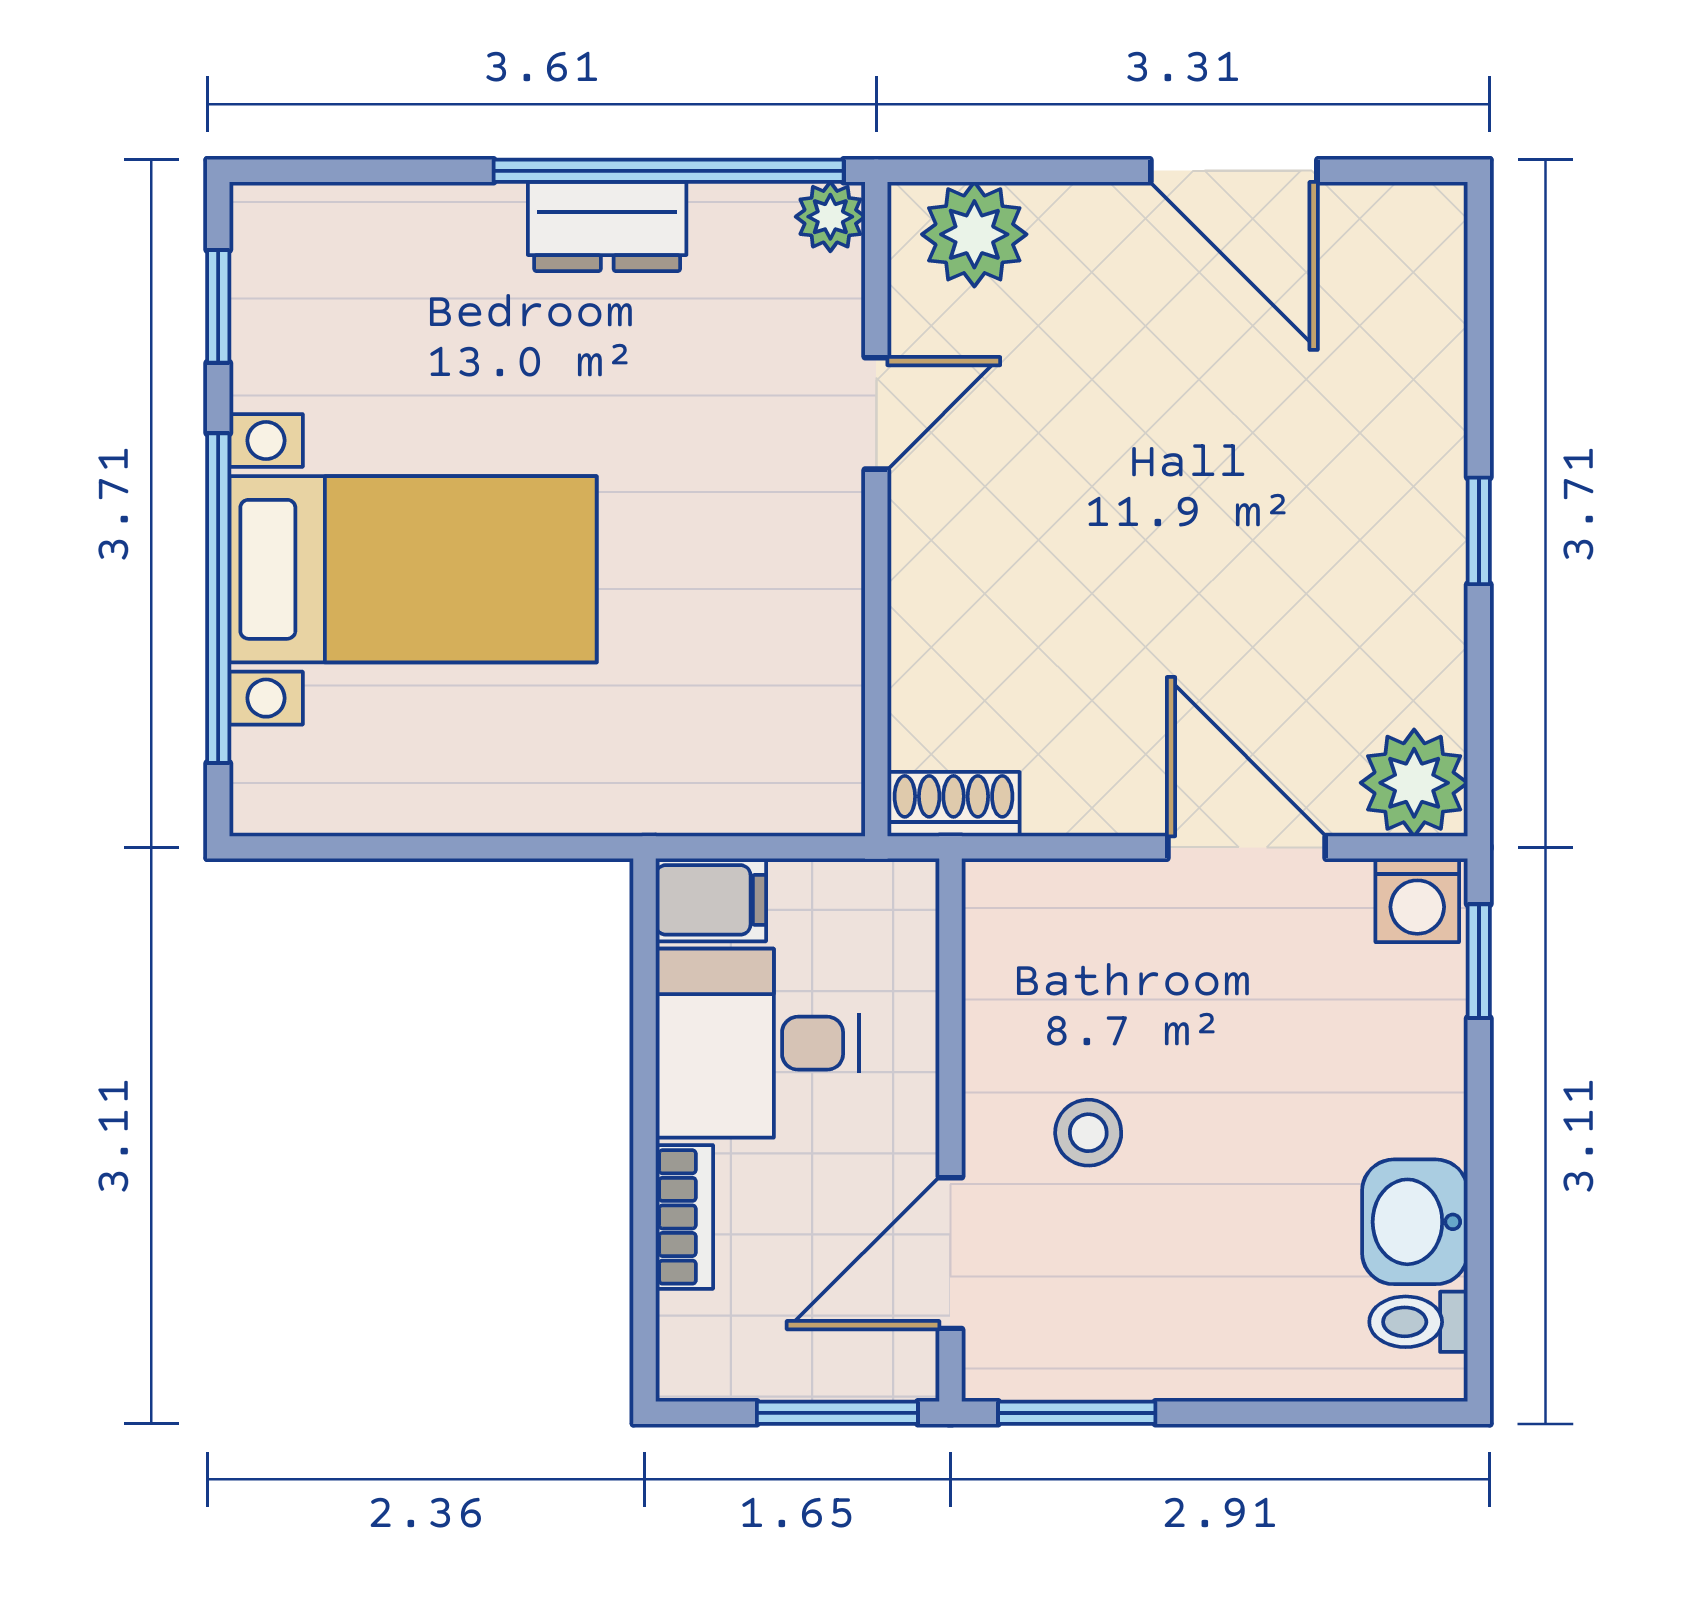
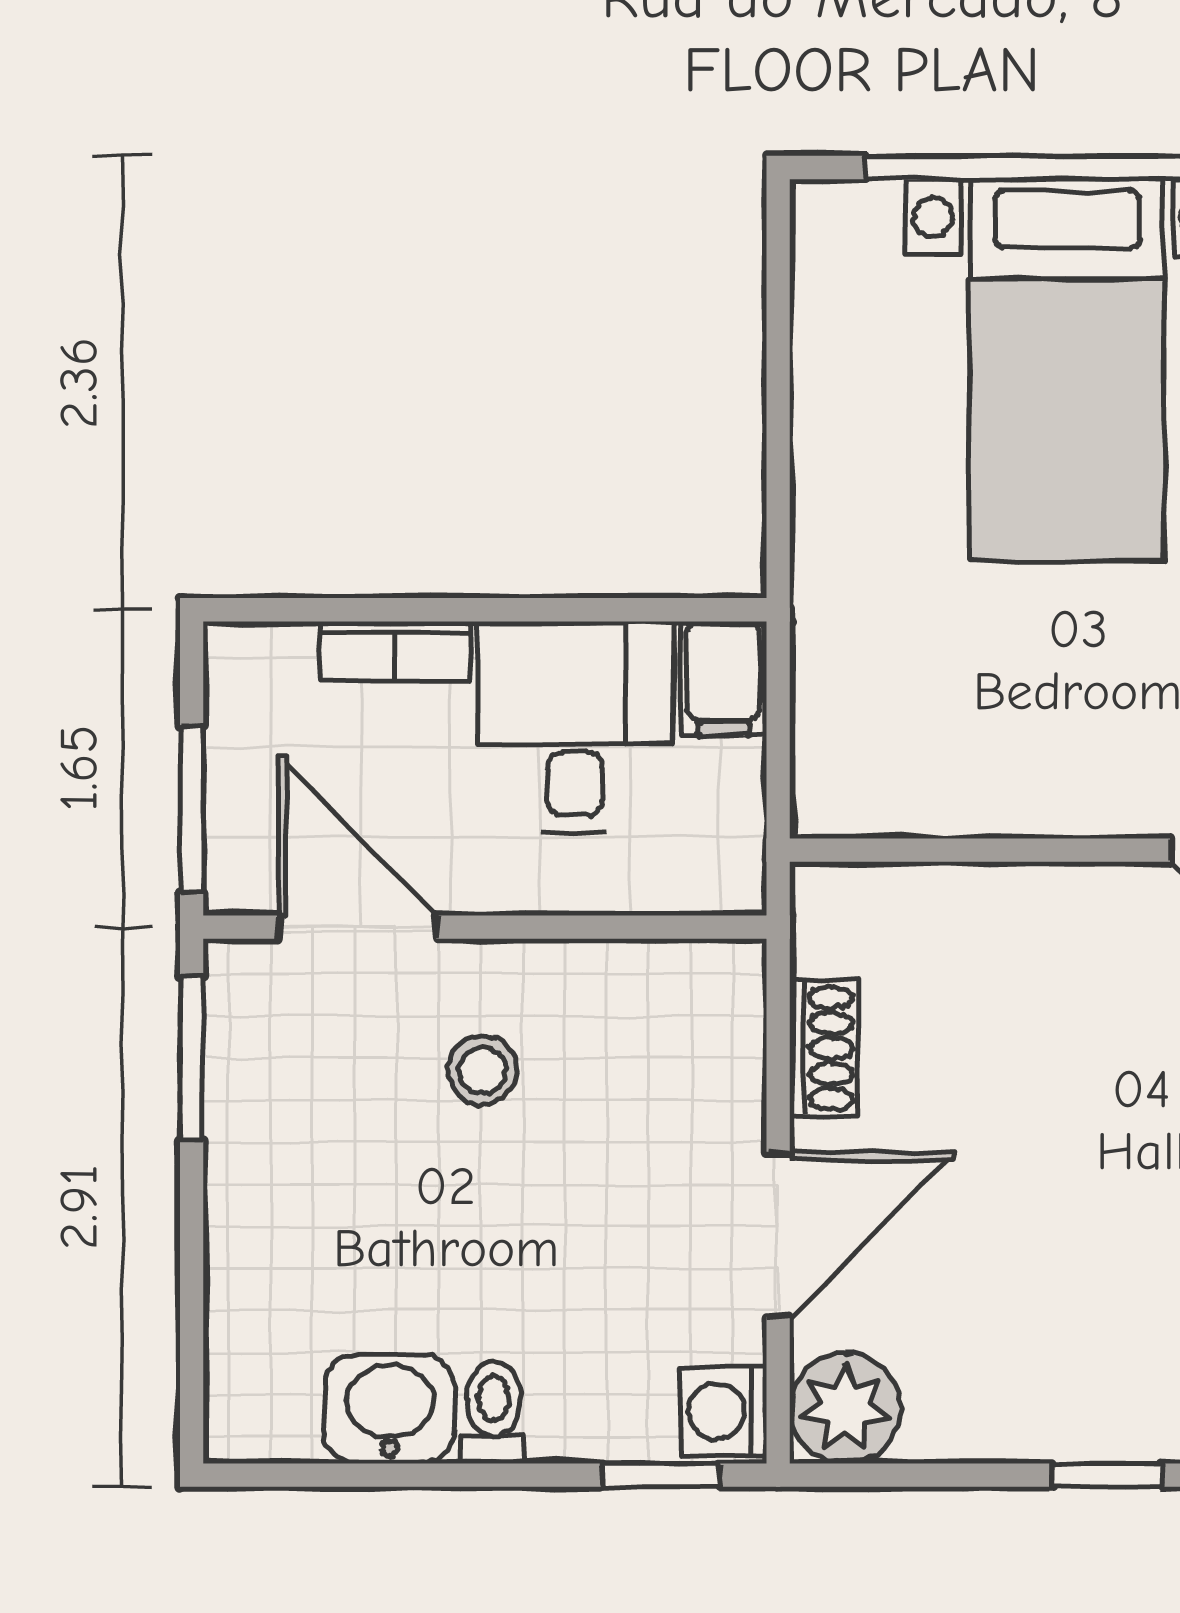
shoe rack: (954, 804) -> (823, 1048), moved
toilet: (1418, 1322) -> (493, 1413), moved

